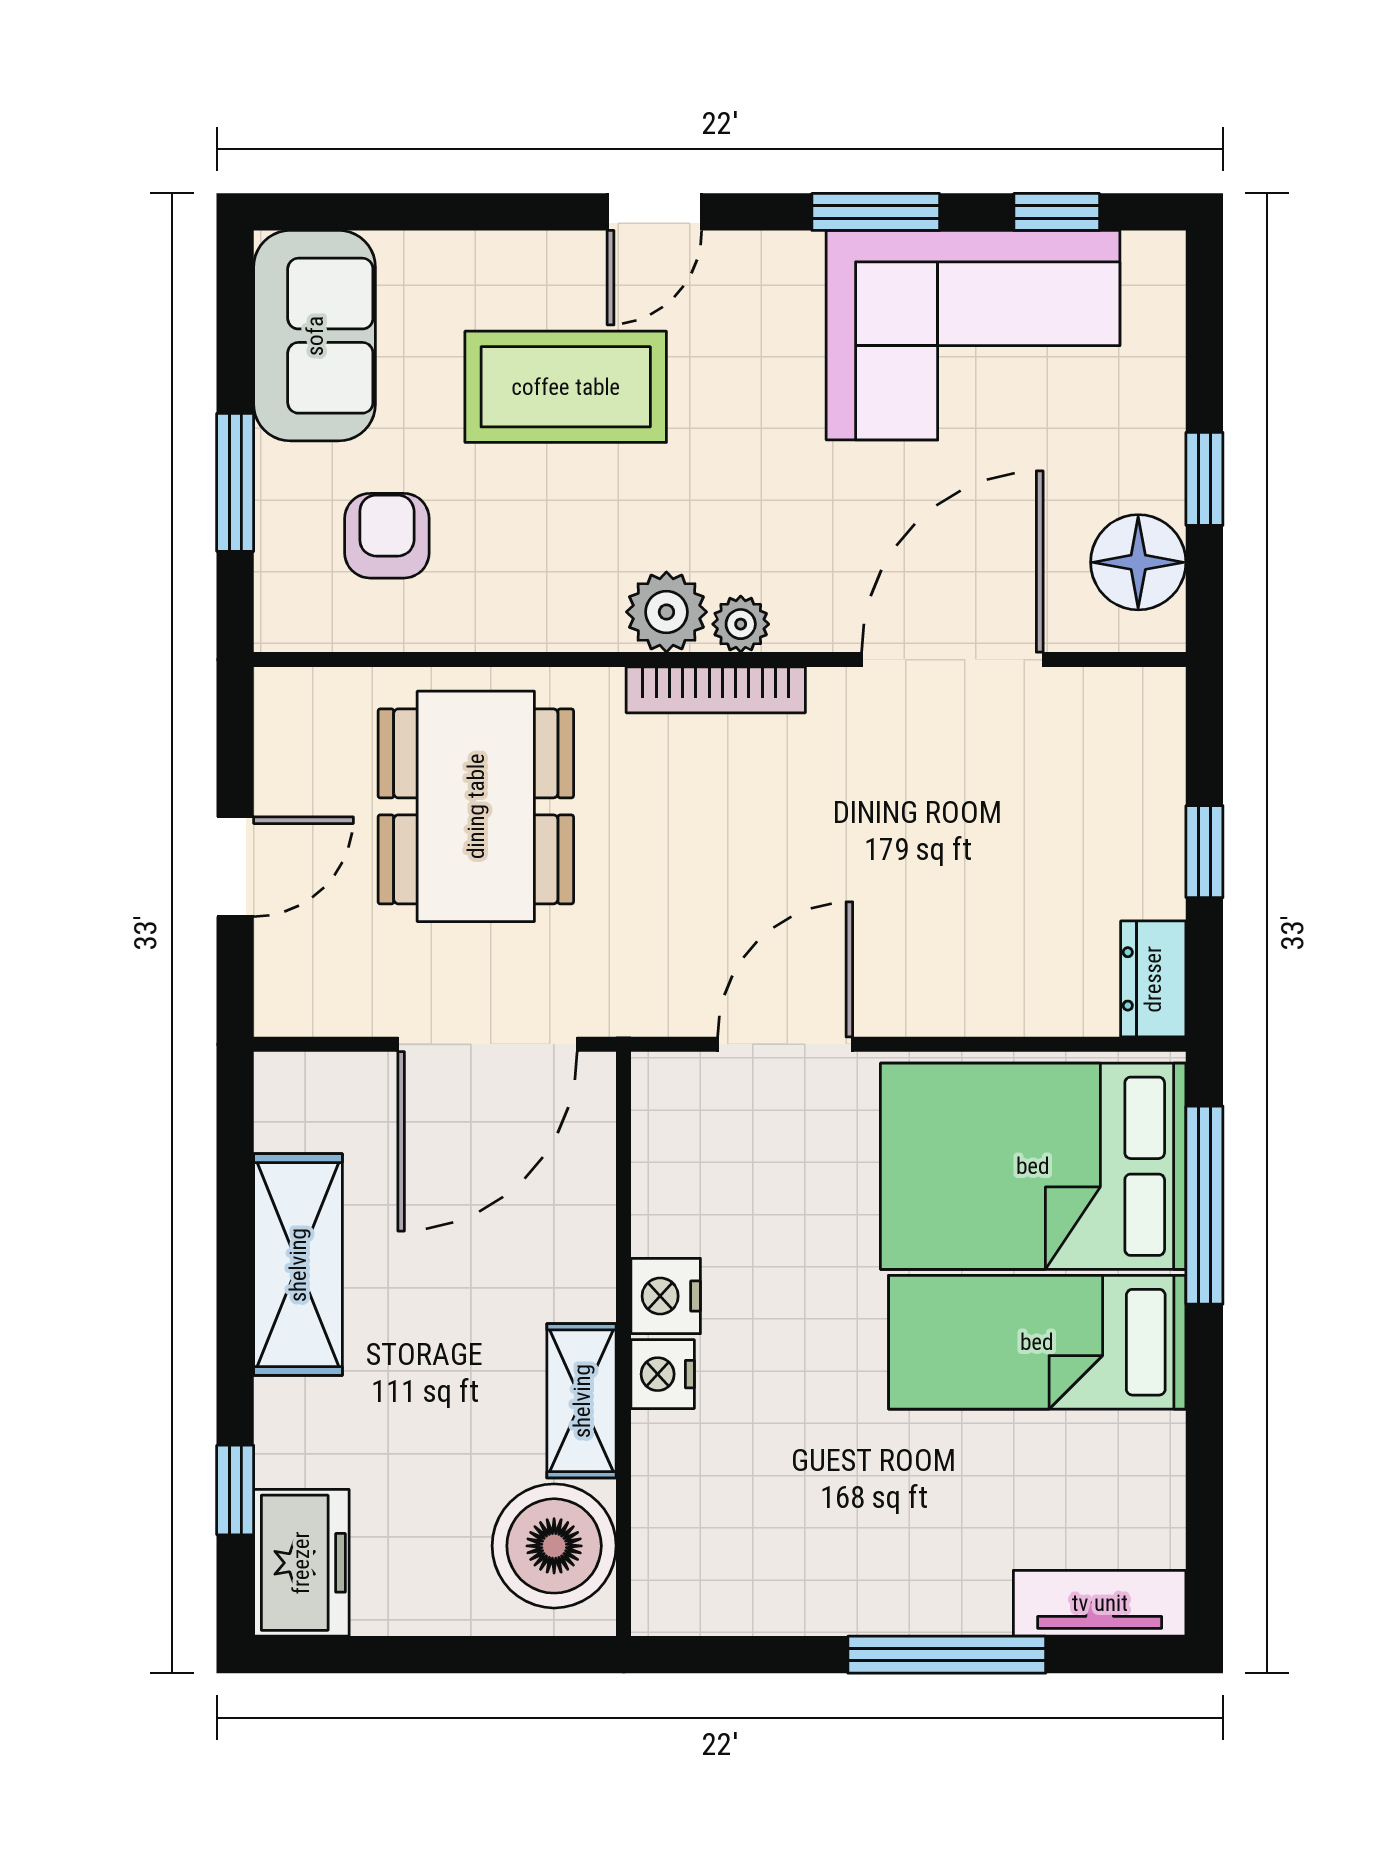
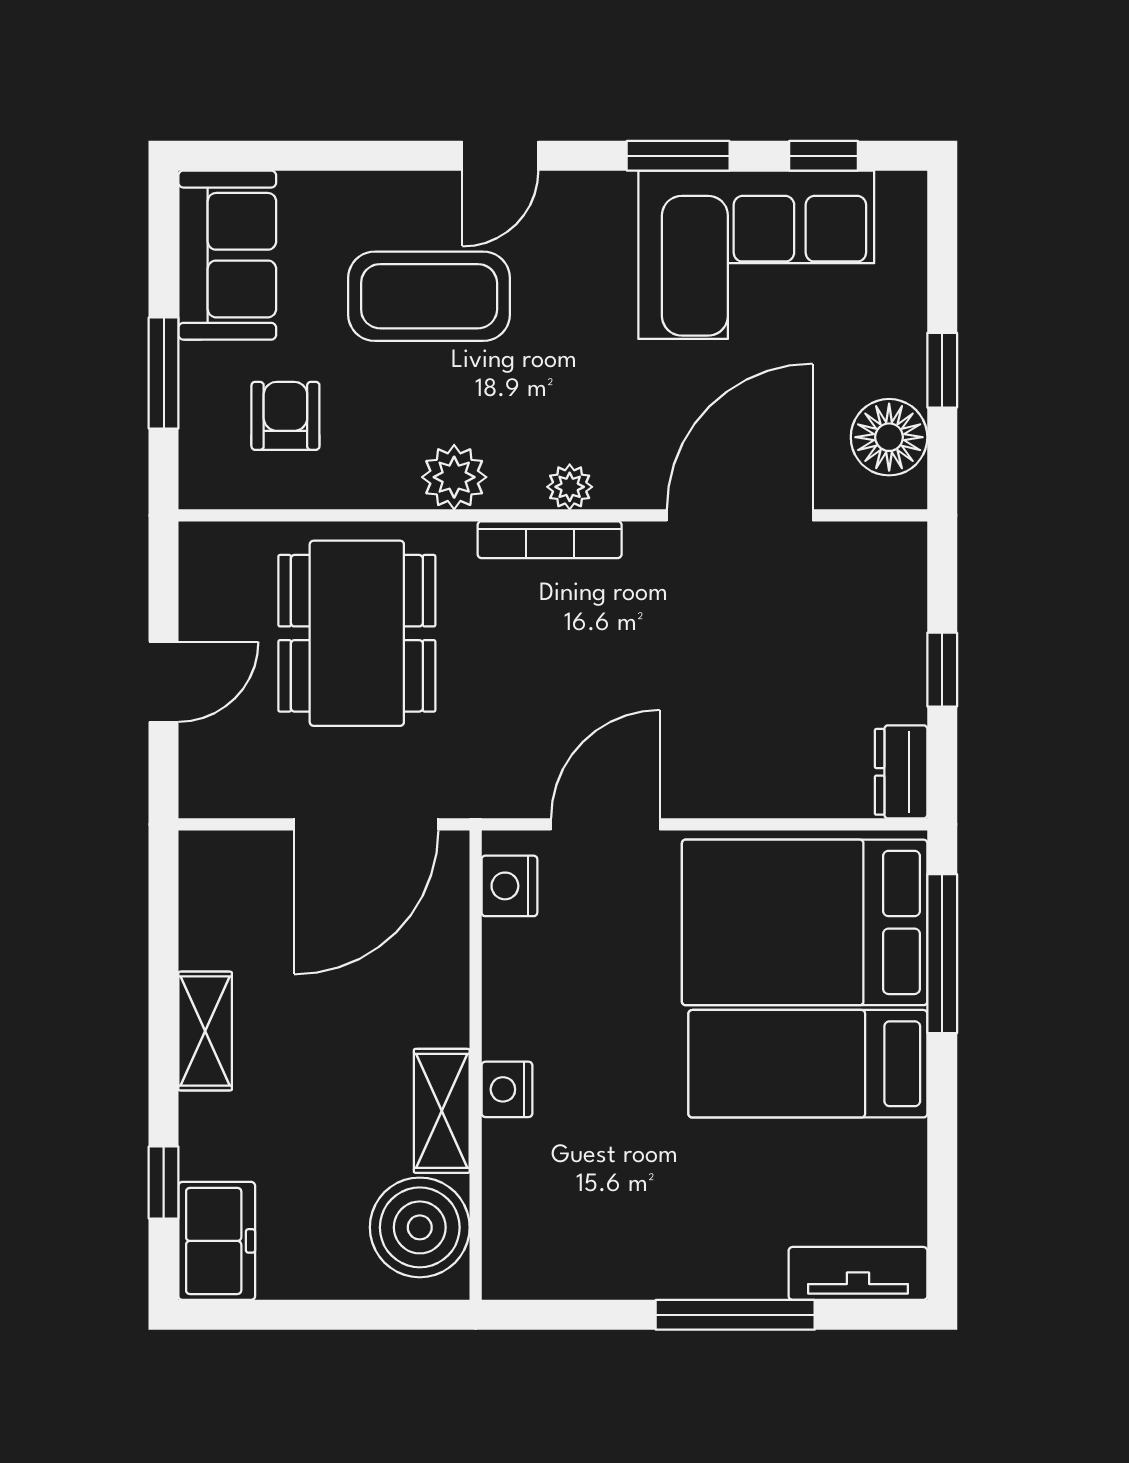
plant: (666, 612) -> (454, 477), moved
shelving: (298, 1265) -> (205, 1031), width x0.67, depth x0.75
nightstand: (666, 1296) -> (509, 886), moved

